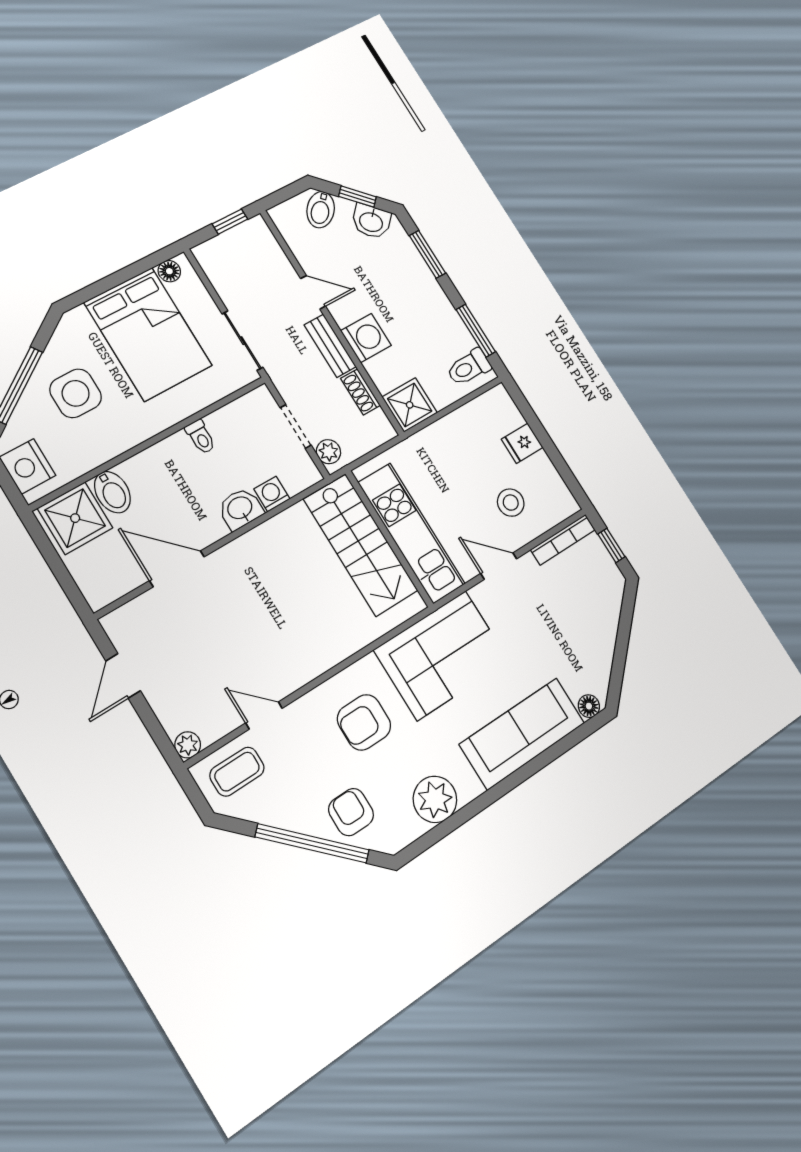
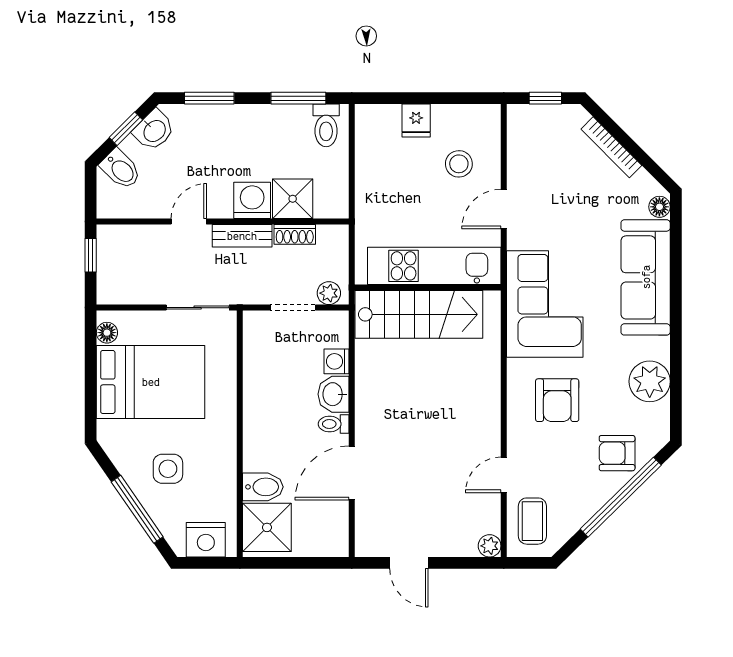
side table: (76, 393) -> (168, 469), width x0.73, depth x0.73
shower: (410, 405) -> (293, 199), moved
toilet: (201, 437) -> (334, 424), moved, turned 180
bookcase: (563, 540) -> (611, 147), moved, turned 135

